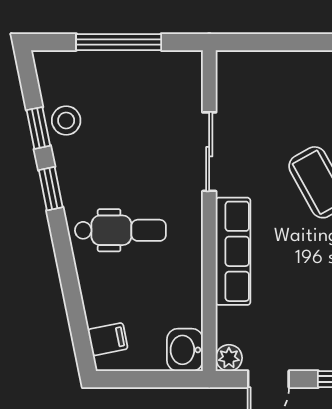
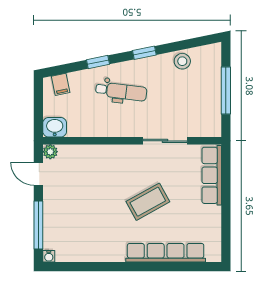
window: (38, 128) -> (98, 62), moved
dental chair: (120, 230) -> (121, 91), turned -83
row of seats: (233, 251) -> (212, 175), moved, turned 90

